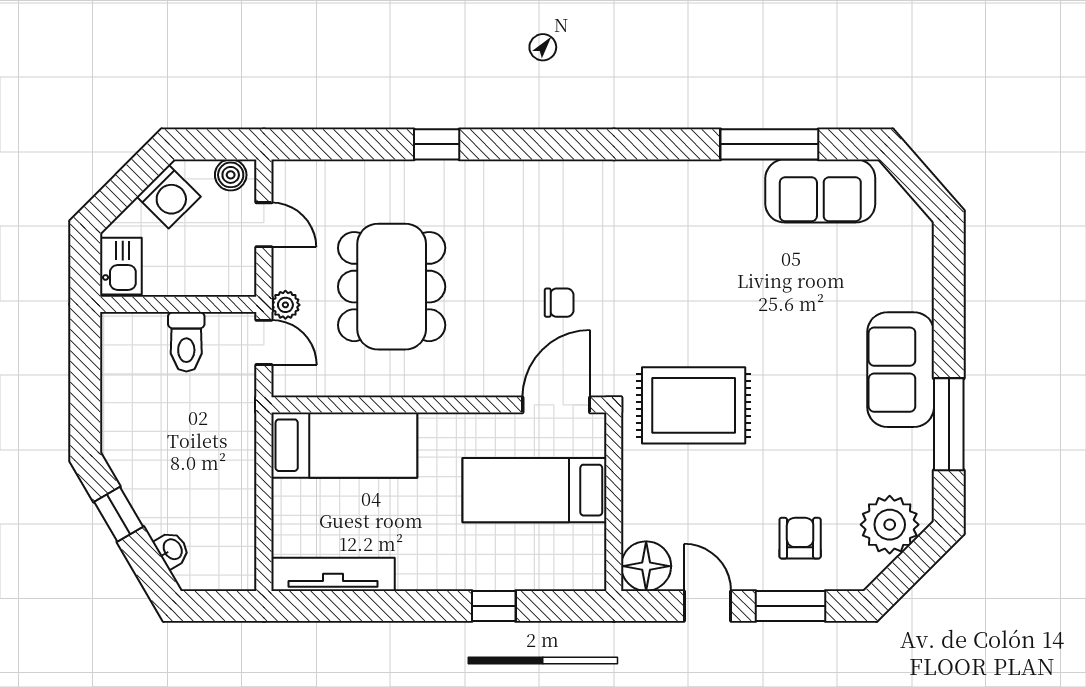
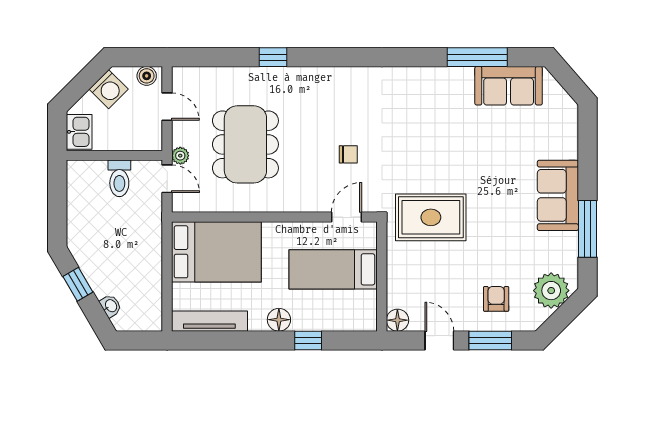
door: (556, 405) -> (347, 217), width x0.73
bed: (344, 445) -> (216, 252), width x1.50
floor lamp: (646, 566) -> (397, 320), width x0.73, depth x0.73
floor lamp: (446, 572) -> (279, 320), added

